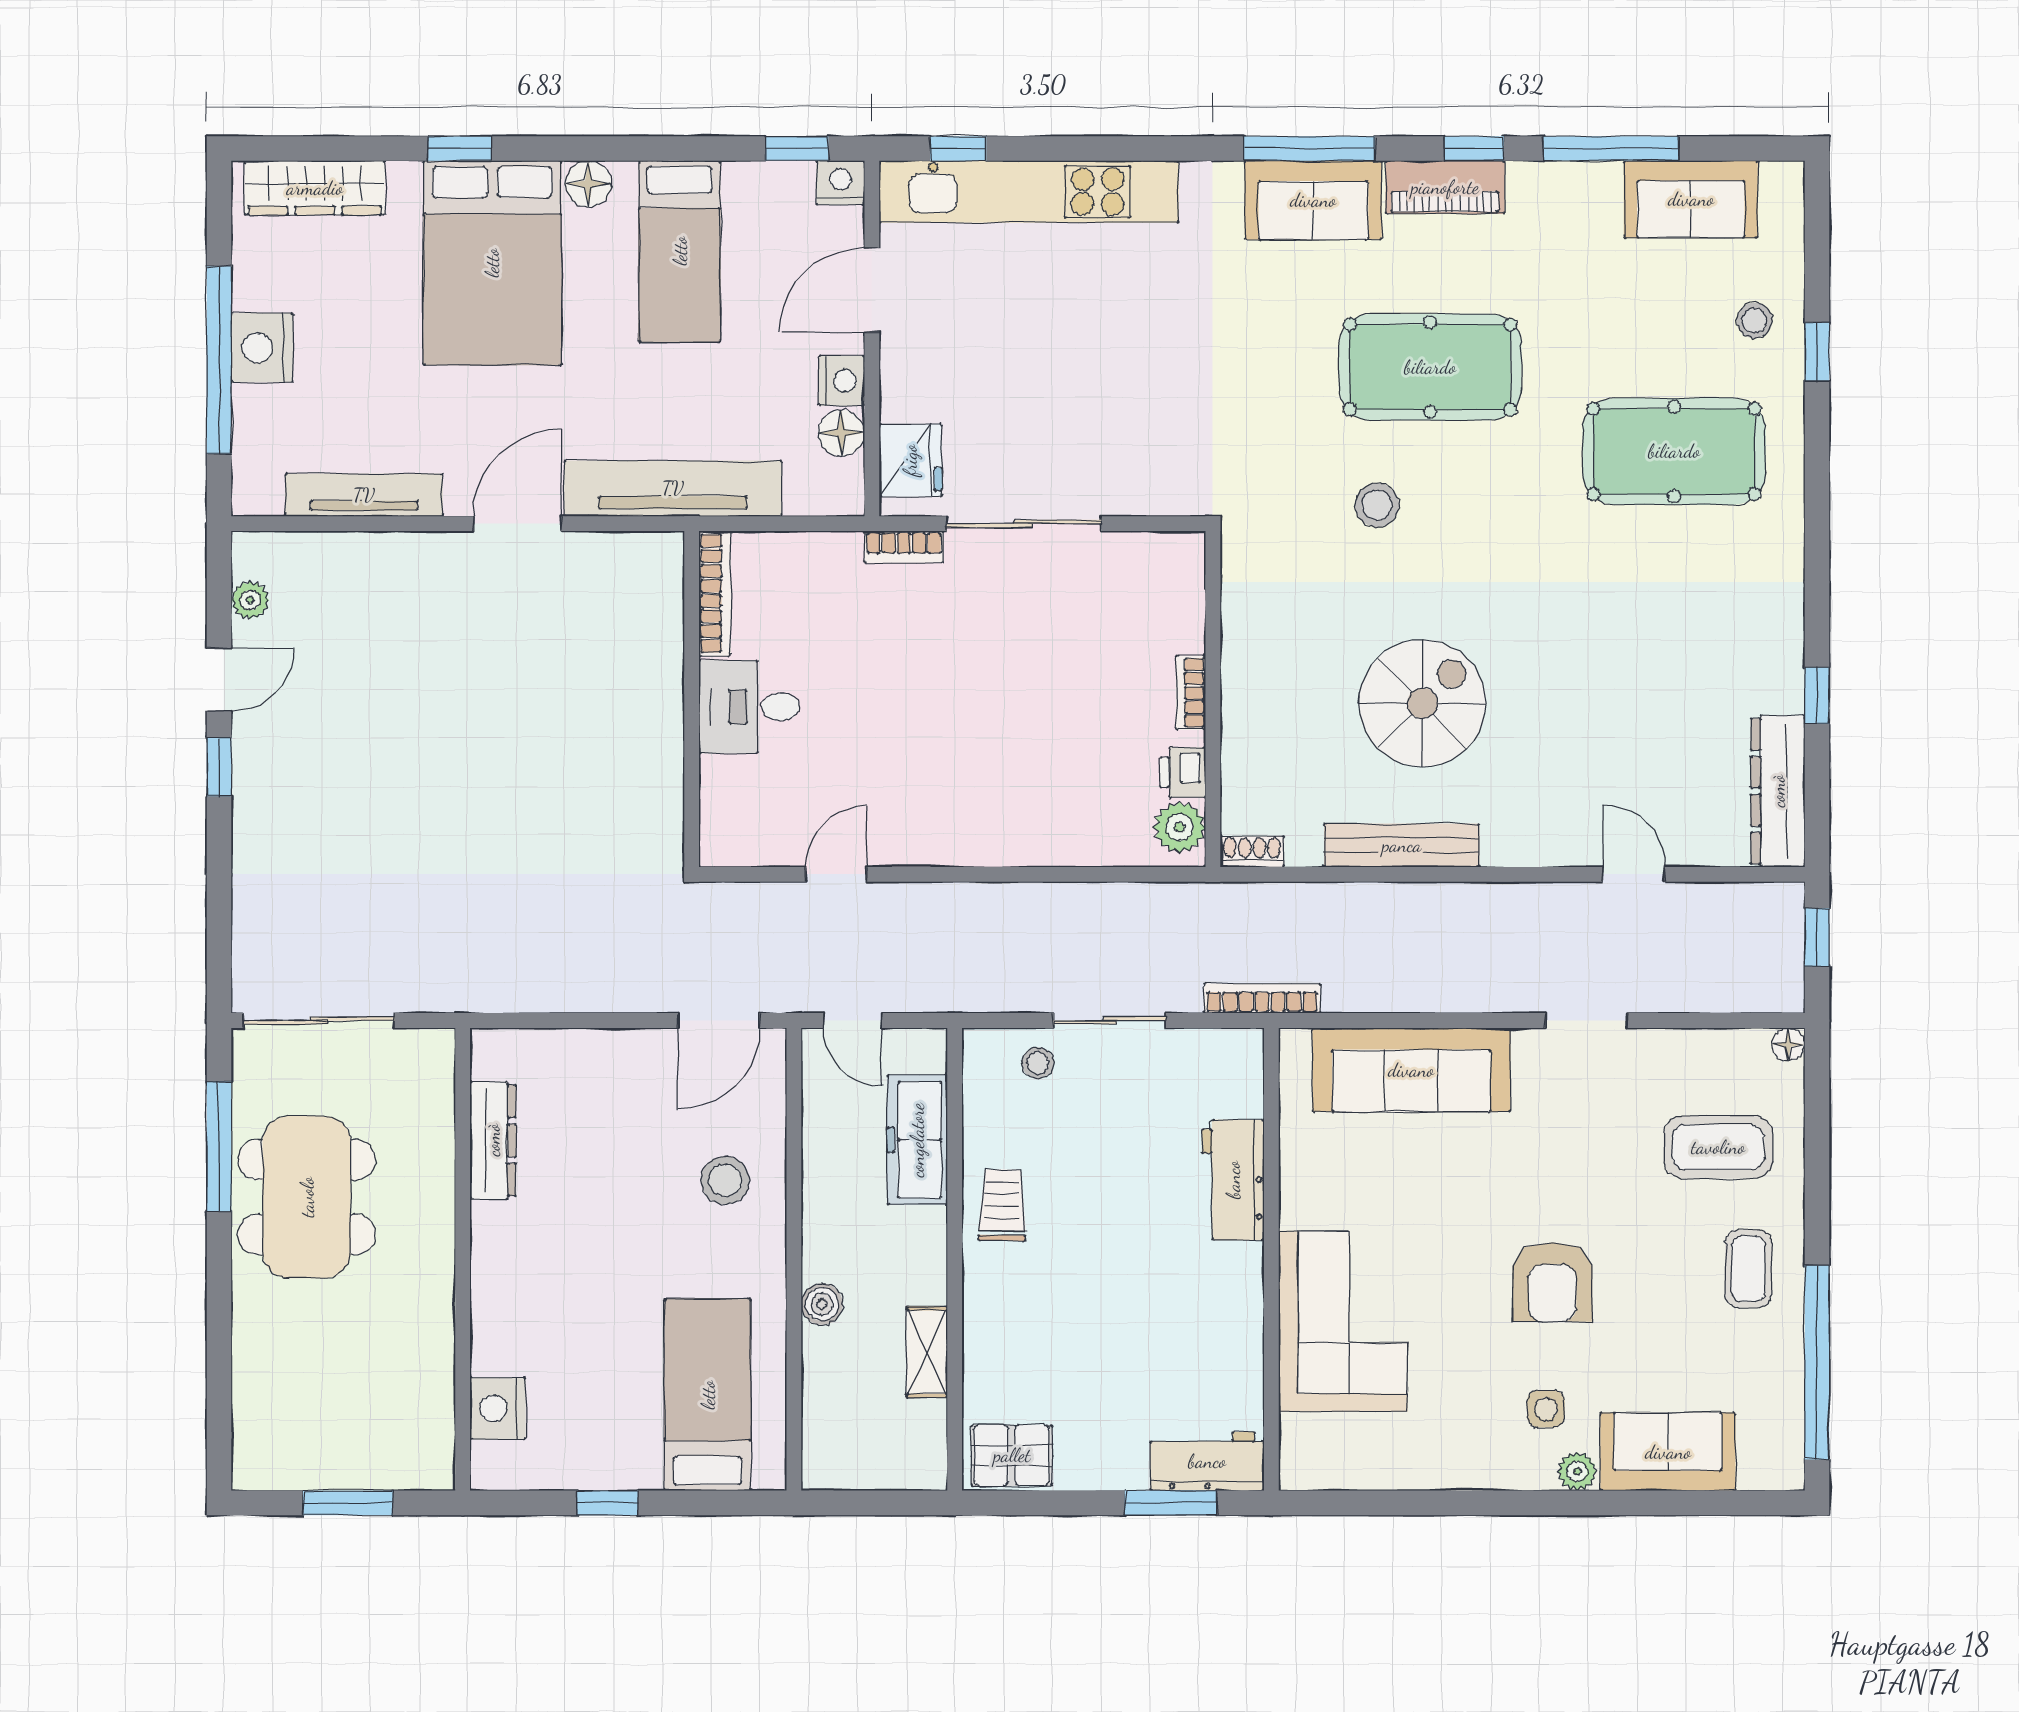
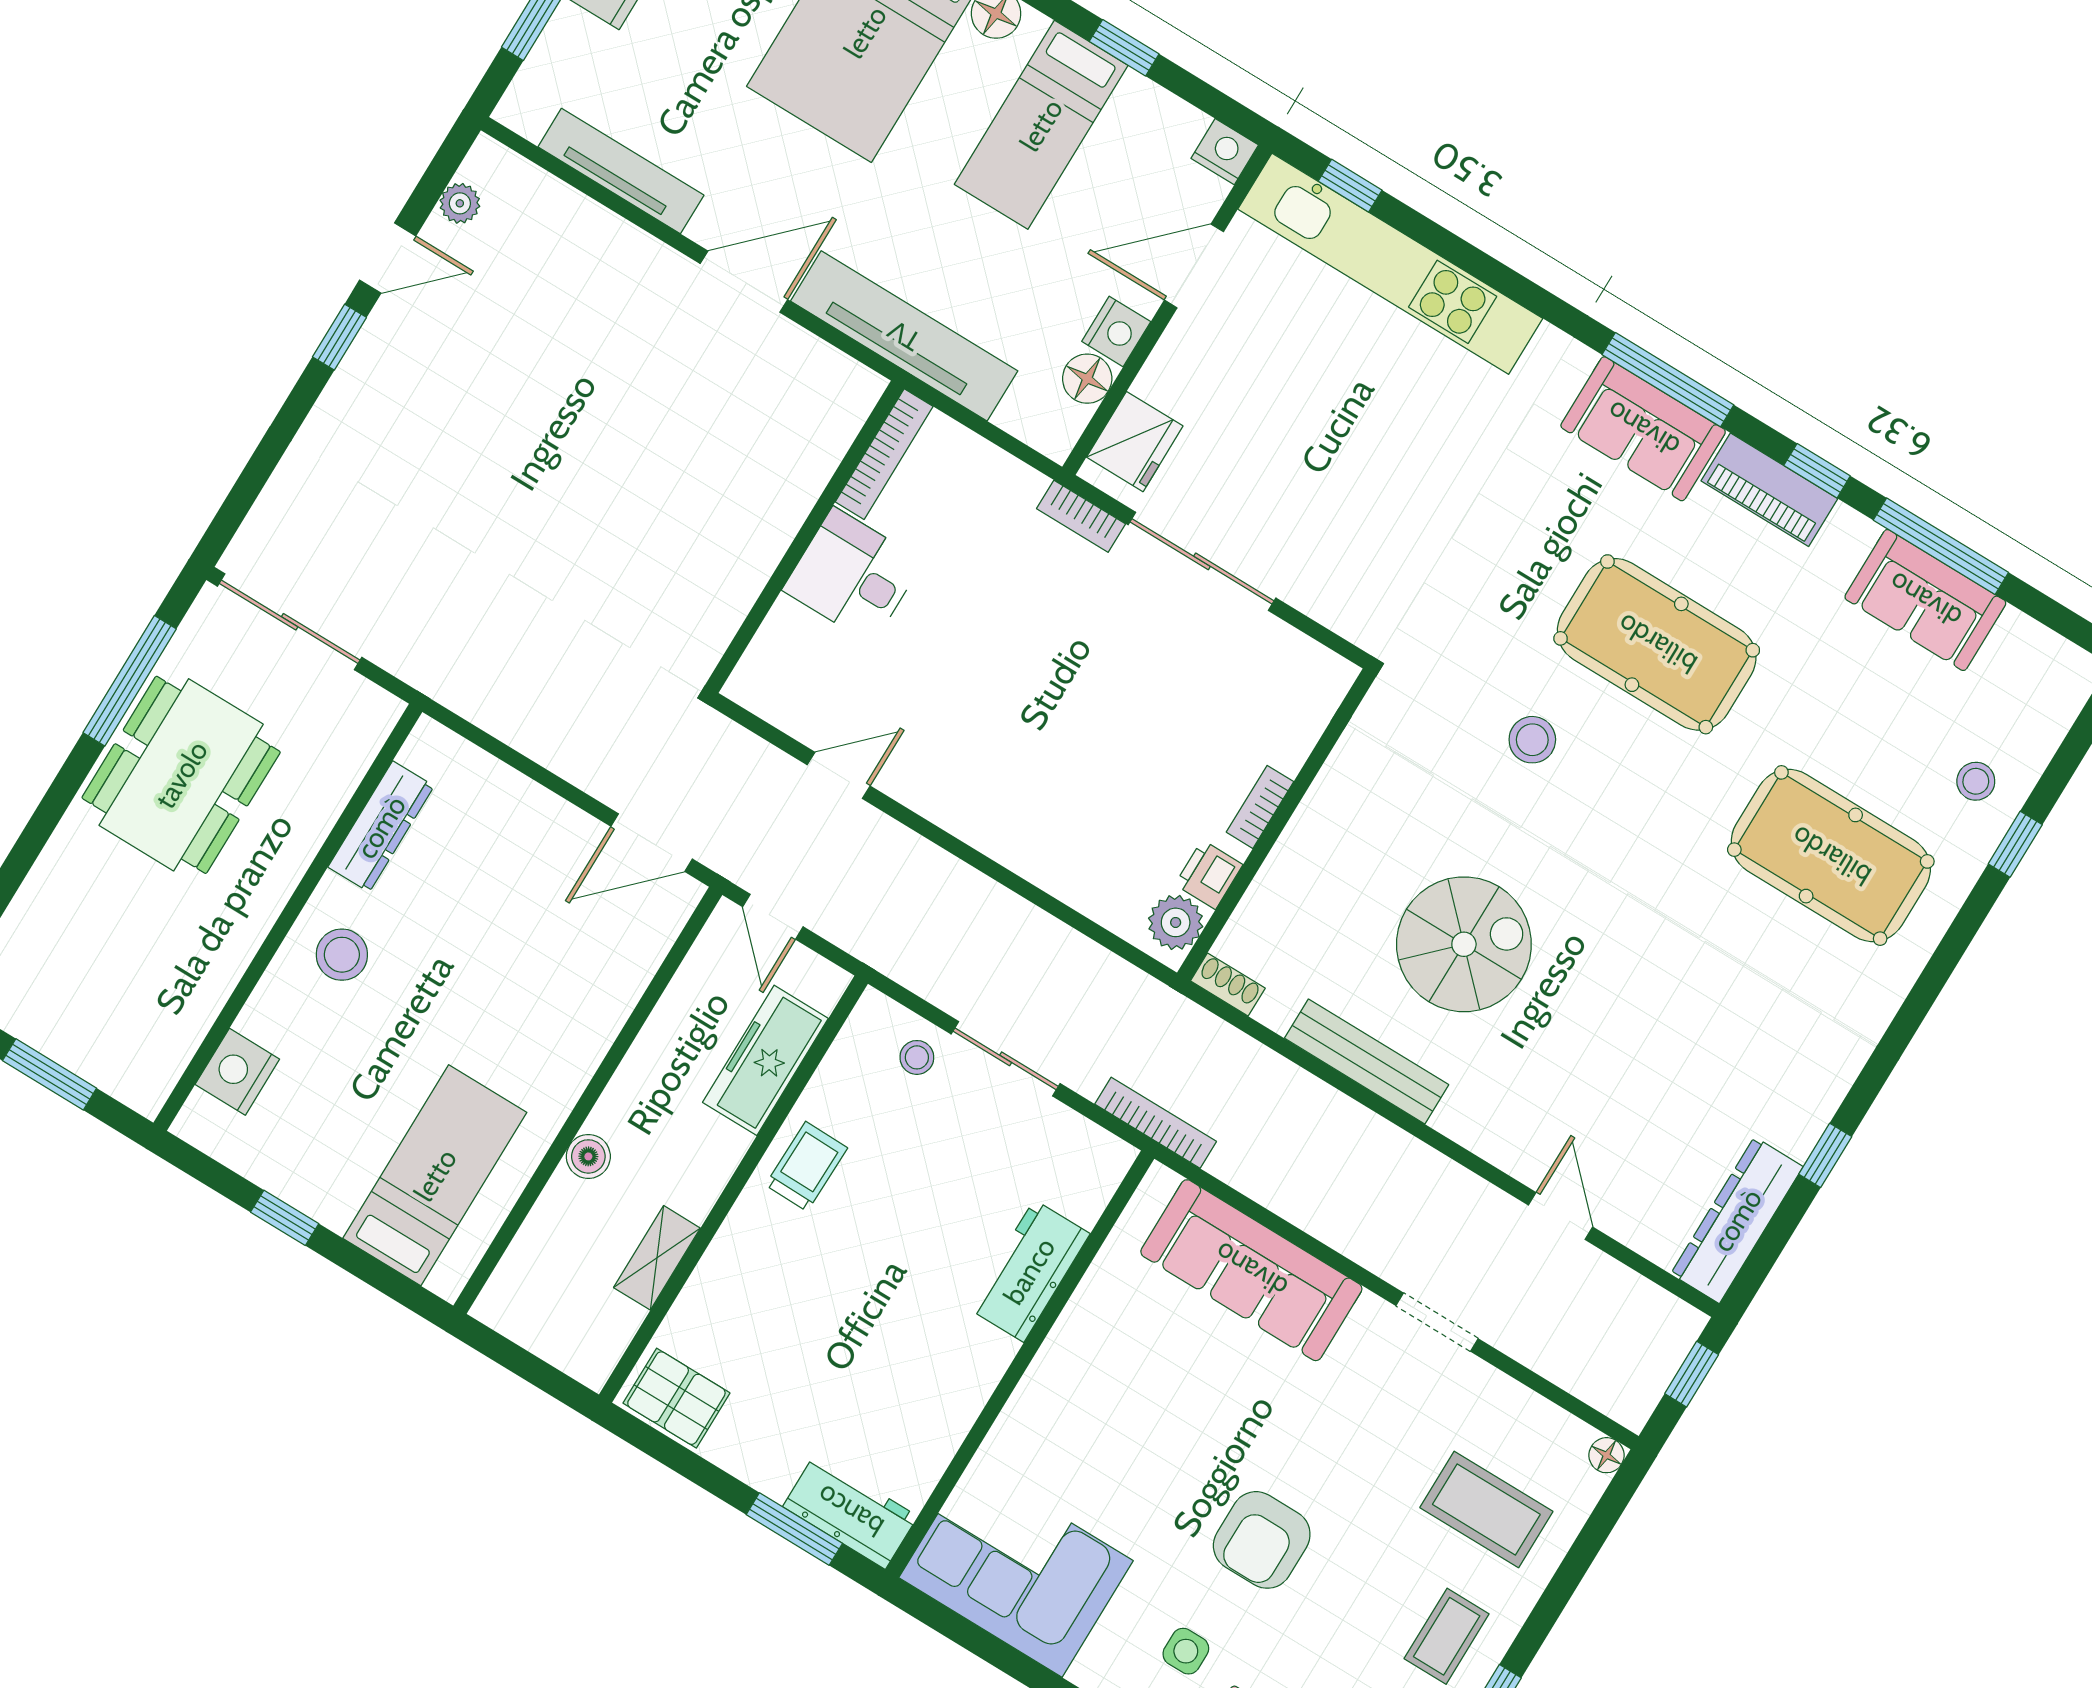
window: (797, 148) -> (1124, 48), moved
sofa: (1691, 199) -> (1925, 600), moved
stool: (725, 1180) -> (342, 955), moved
corner sofa: (1343, 1321) -> (1016, 1569), moved, turned -90

